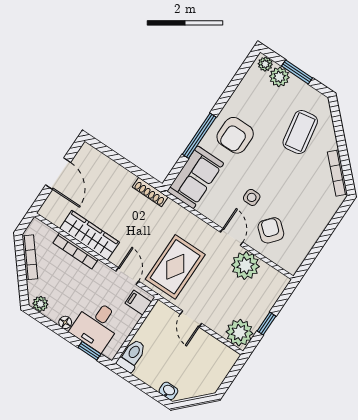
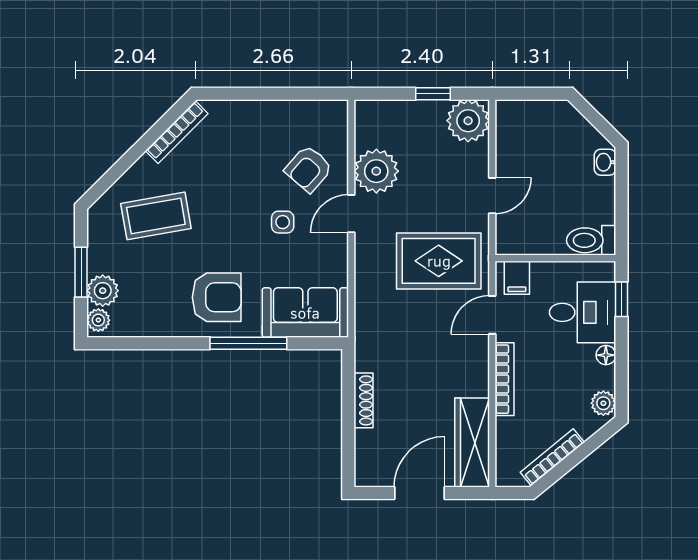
shoe rack: (150, 192) -> (364, 400), moved
wardrobe: (90, 235) -> (472, 443), moved
bookcase: (76, 251) -> (505, 379), moved

